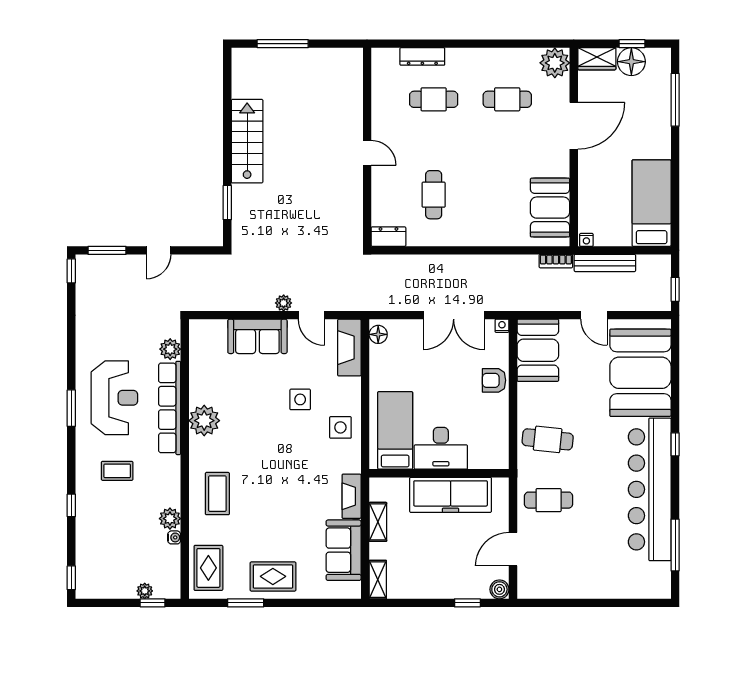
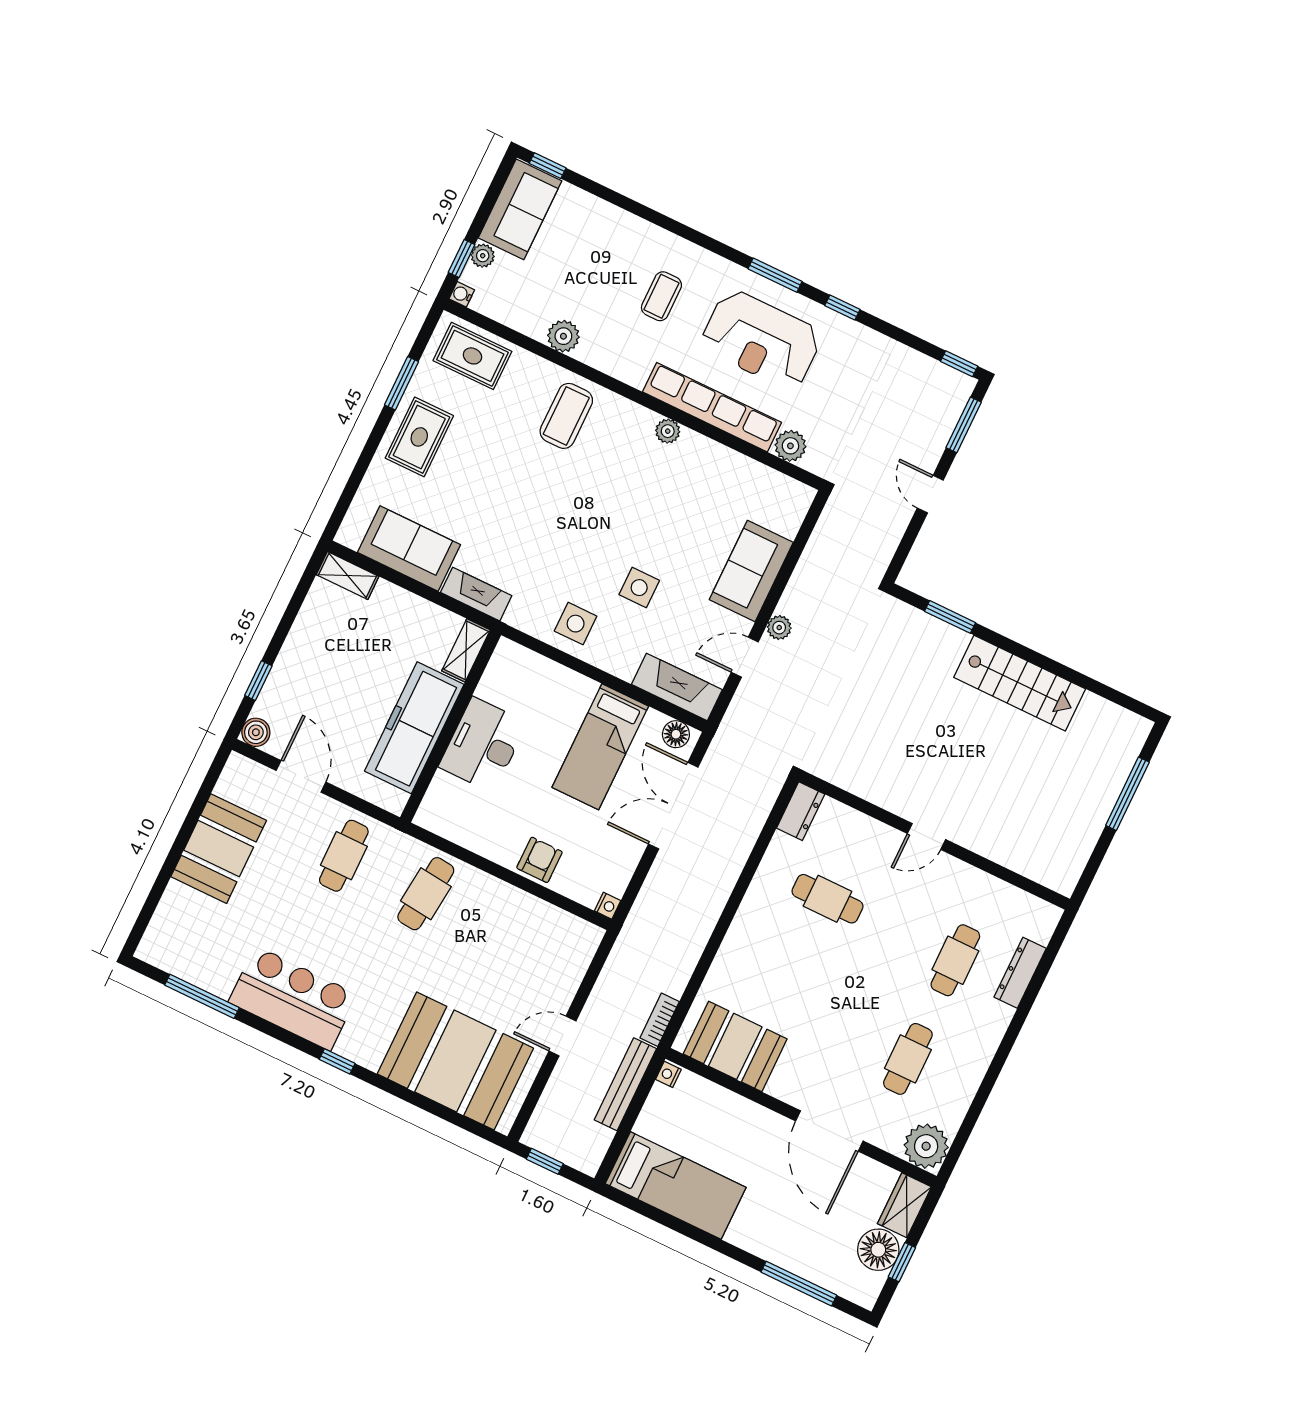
double door: (454, 315) -> (673, 806), moved
booth: (538, 350) -> (219, 849), moved, turned 90
plant: (204, 421) -> (668, 431), width x0.53, depth x0.53
bed: (395, 430) -> (600, 747), moved, turned 90
bar counter: (650, 489) -> (293, 998), width x0.54
coffee table: (217, 494) -> (566, 416), turned 90
window: (71, 505) -> (842, 307), moved
shelving: (378, 522) -> (466, 650), moved, turned 90
water cooler: (174, 537) -> (462, 294), moved, turned 90
sofa: (106, 582) -> (520, 209), added

